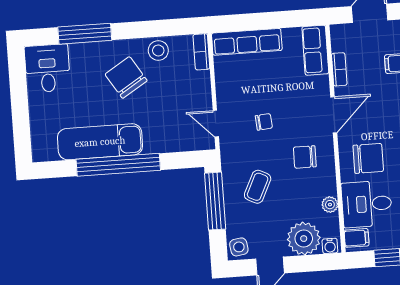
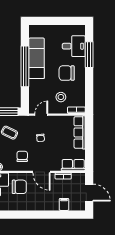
stool: (158, 50) -> (61, 97), moved
desk: (47, 68) -> (74, 46), moved
chair: (126, 77) -> (67, 73), turned -148
chair: (368, 158) -> (19, 187), turned -90

